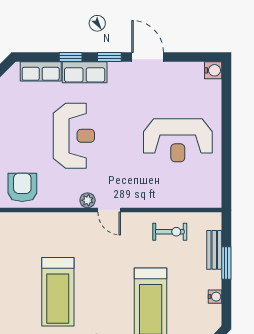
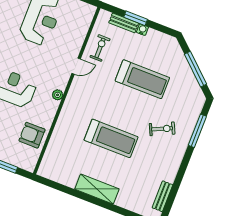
door: (109, 210) -> (76, 66), moved
water cooler: (215, 297) -> (142, 30), moved

